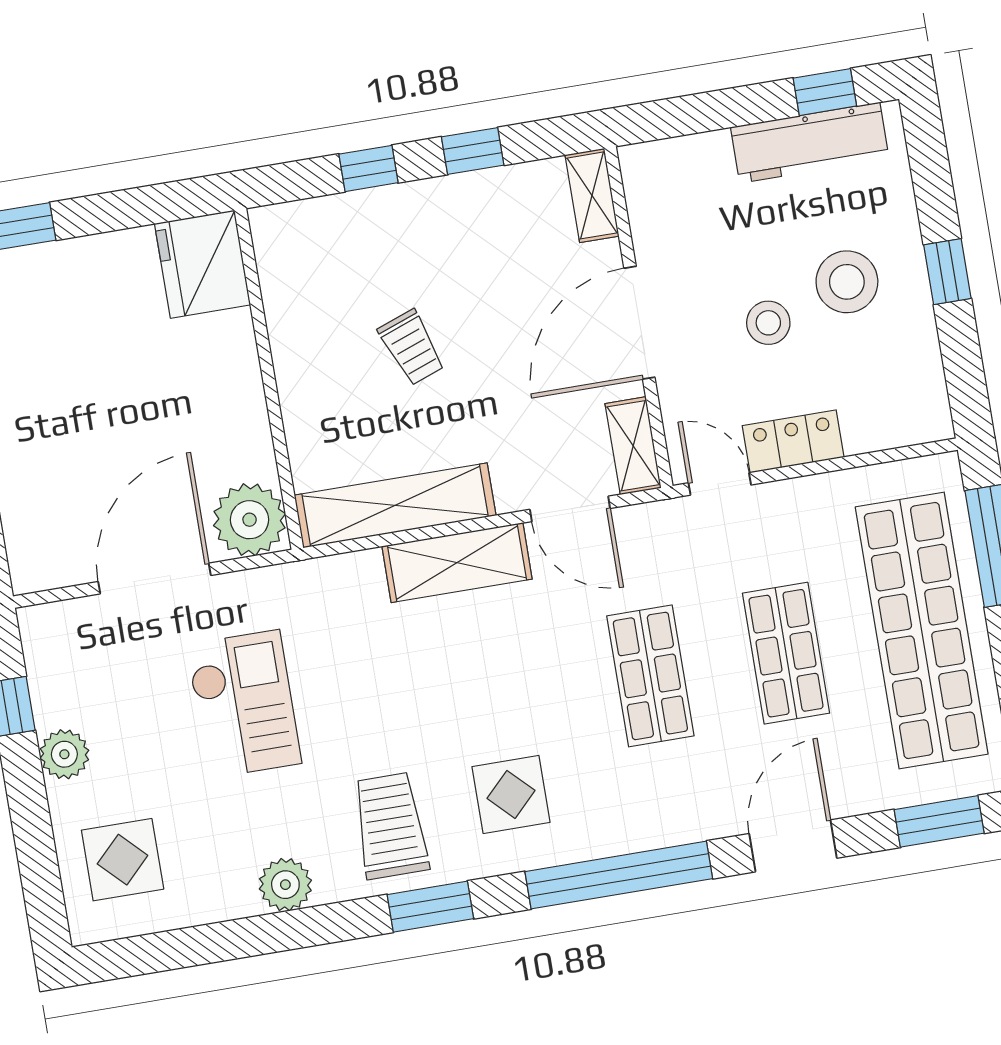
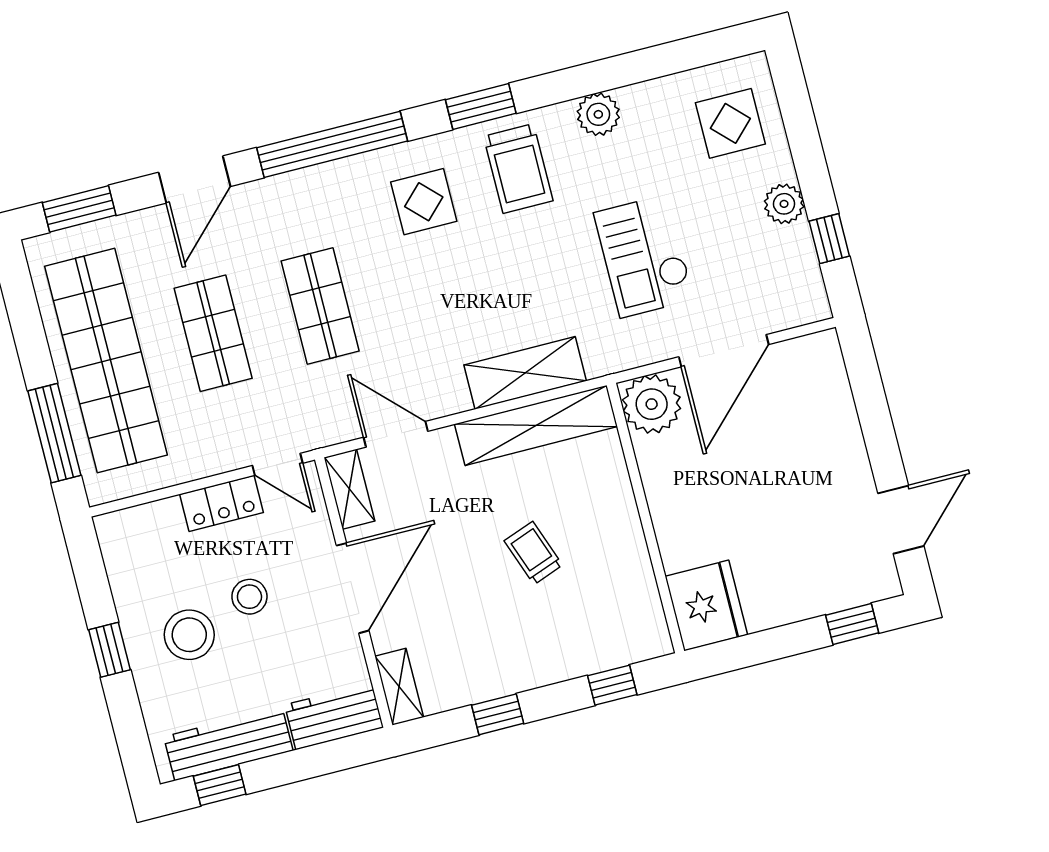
workbench: (676, 166) -> (334, 716), added
window: (368, 168) -> (612, 685), moved
shelving: (457, 563) -> (525, 373), moved

